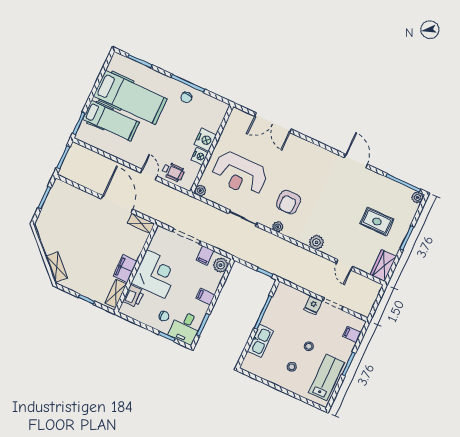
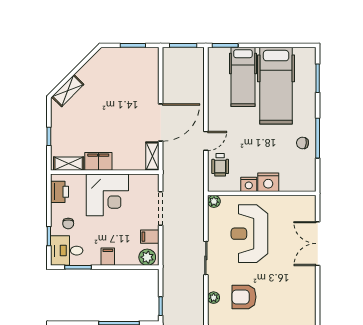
printer: (134, 296) -> (60, 192), moved, turned -90

